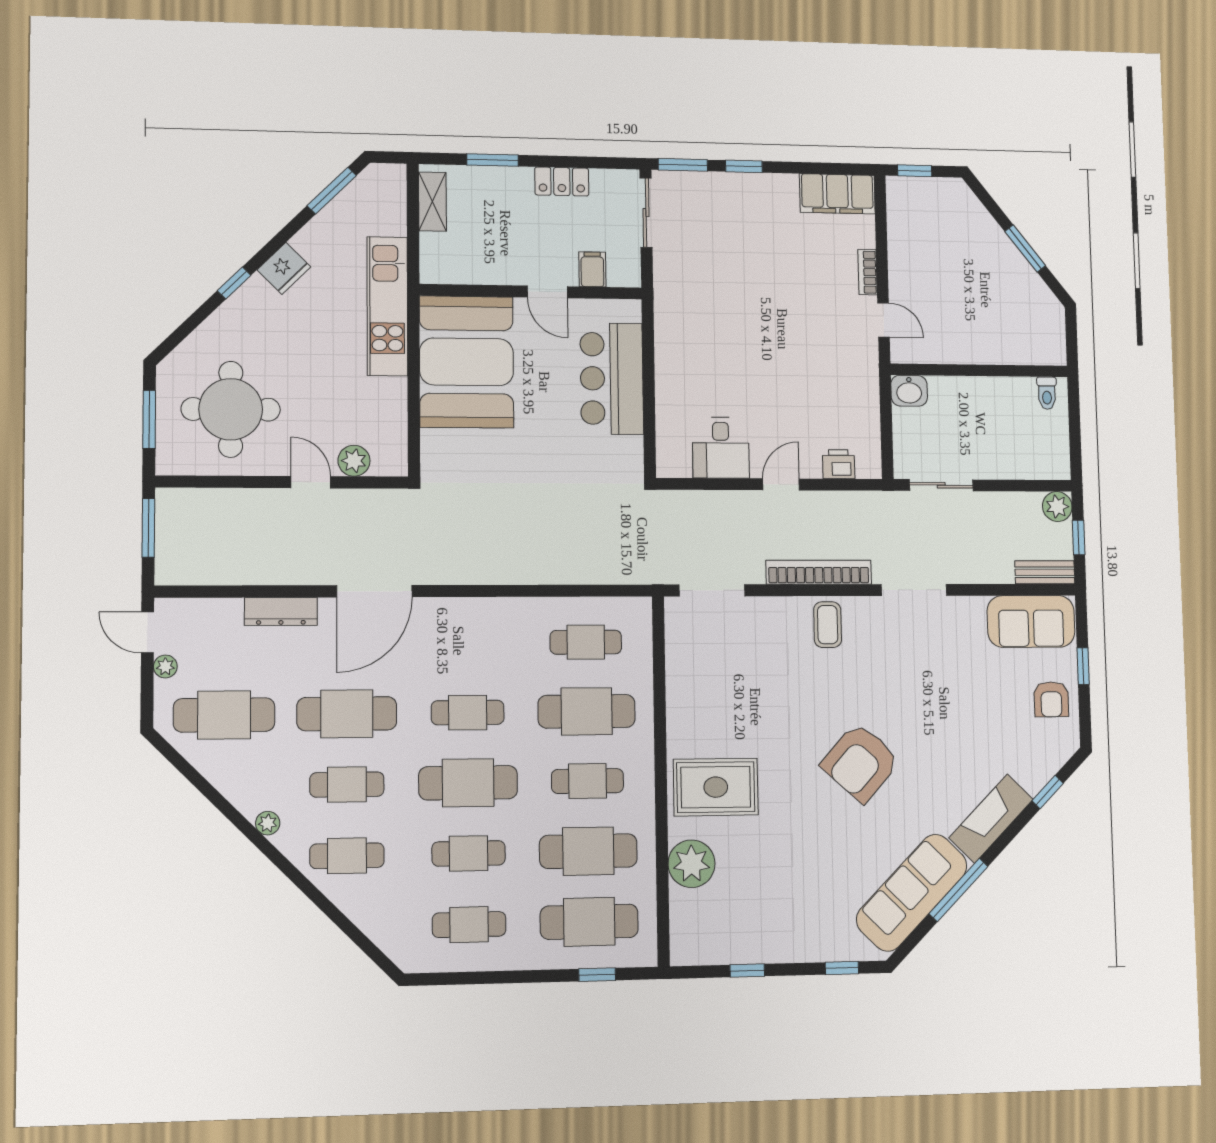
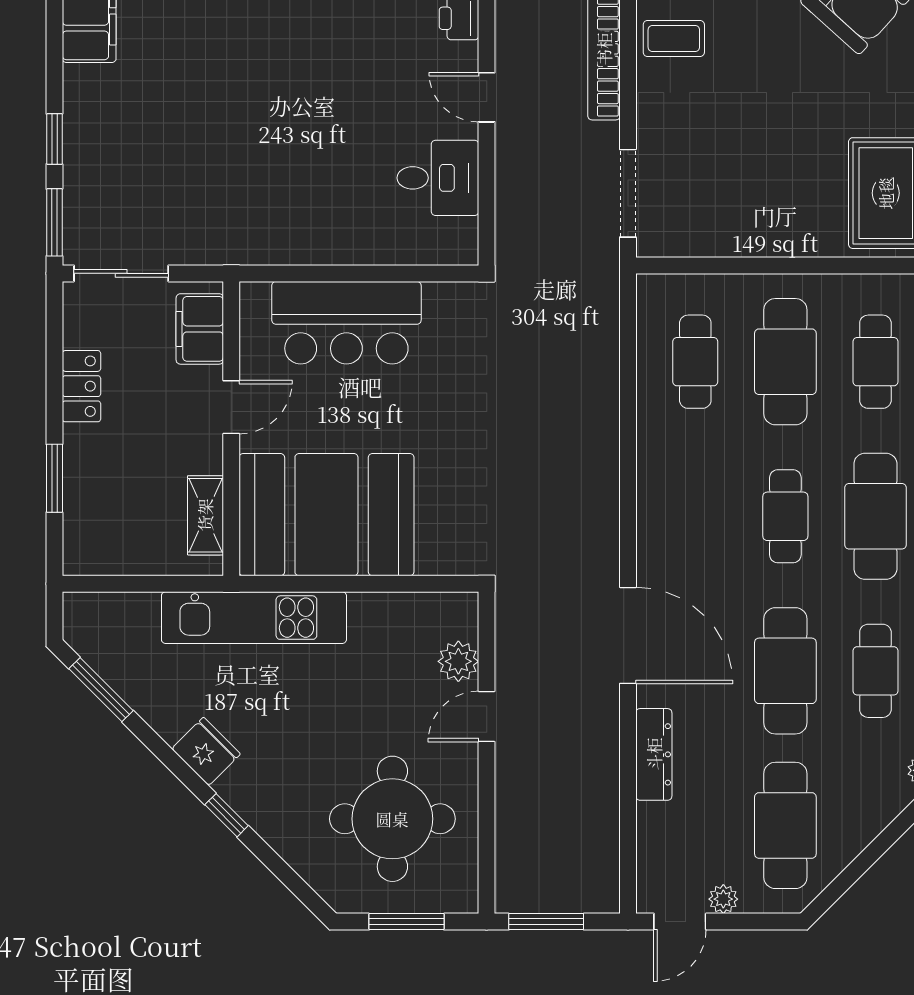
shelving: (432, 202) -> (205, 515), moved, turned 90
filing cabinet: (592, 269) -> (200, 329), width x2.00

